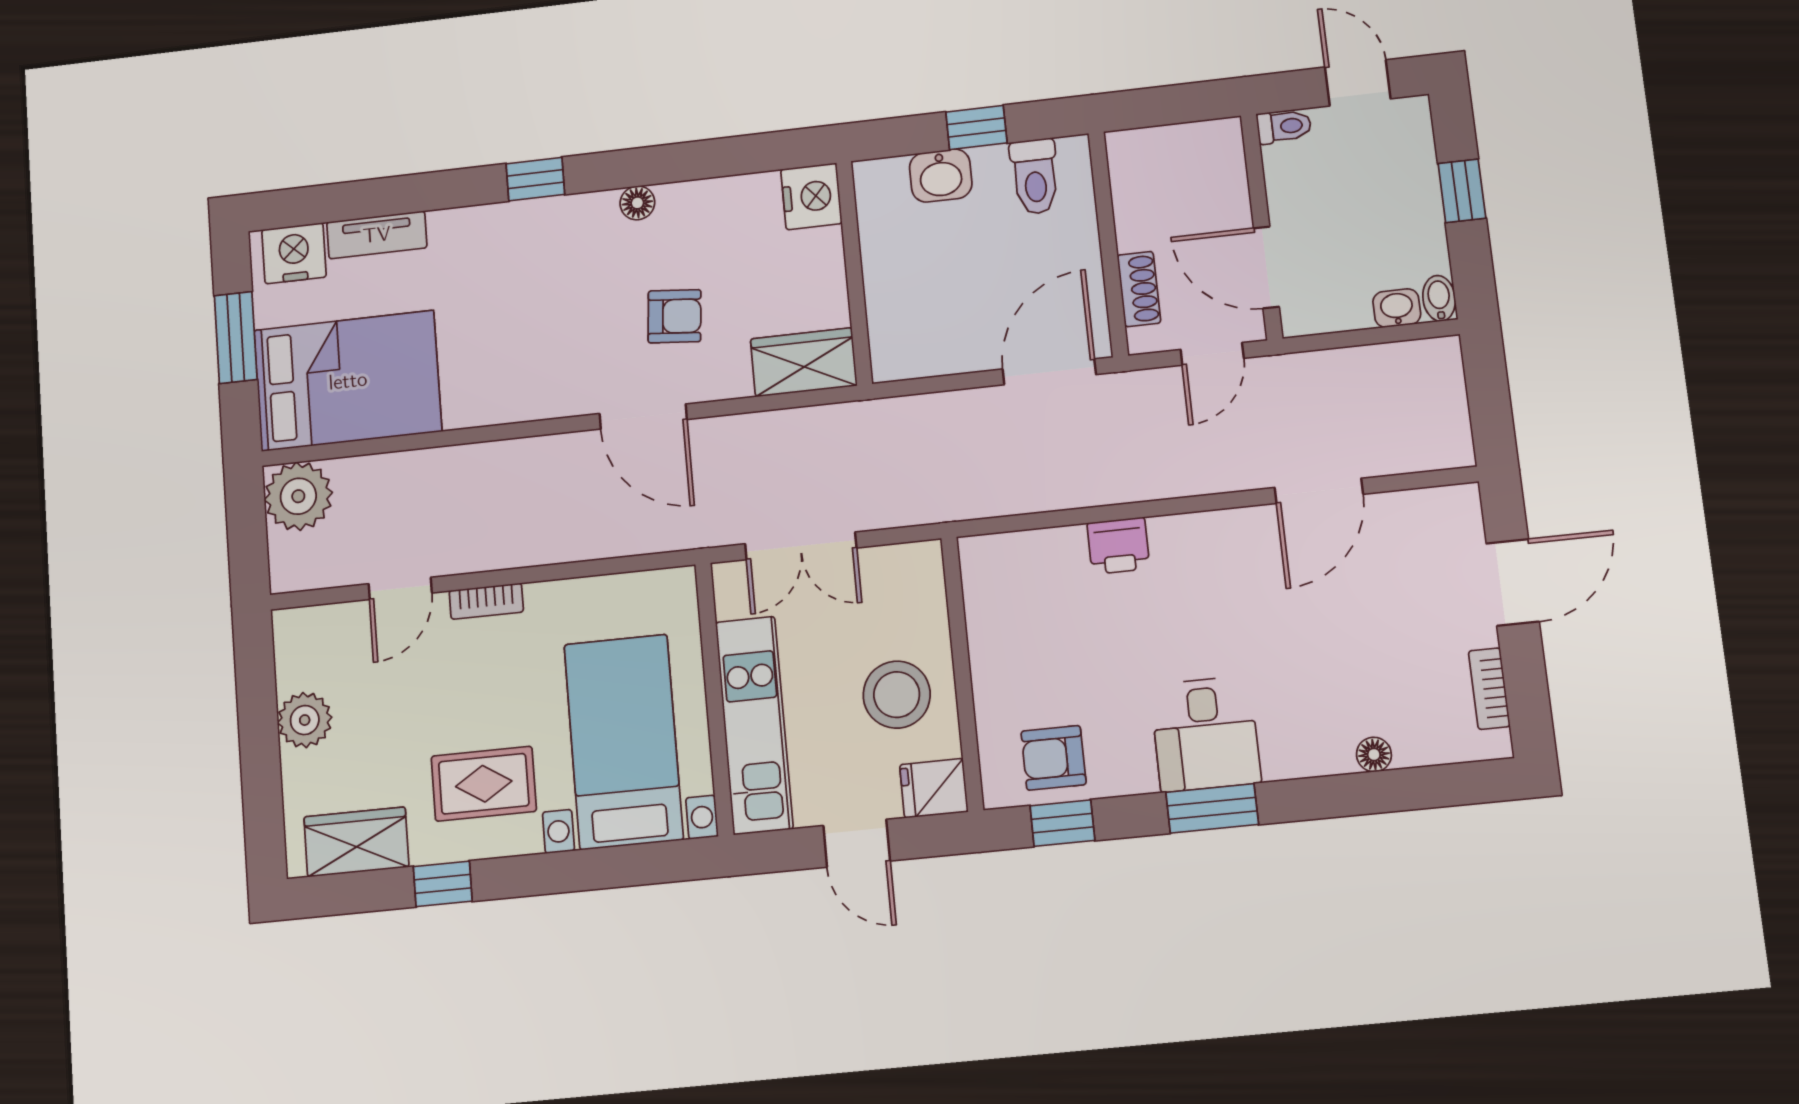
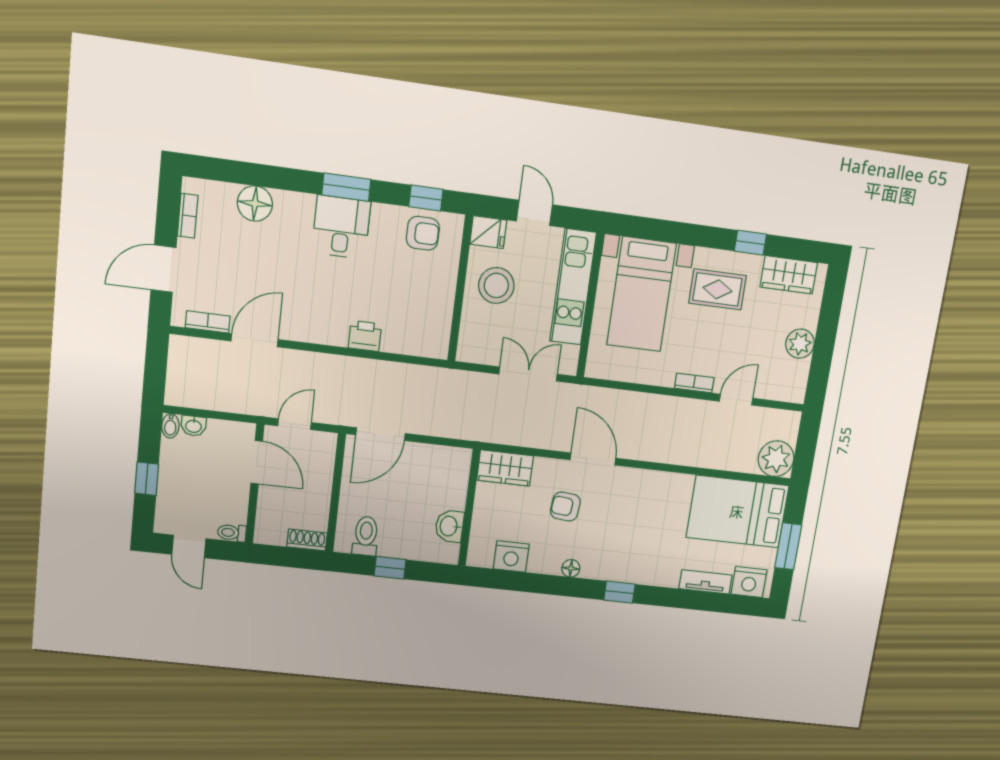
washbasin: (941, 176) -> (449, 526), moved, turned -90
nightstand: (811, 196) -> (511, 557), moved, turned -90
shoe rack: (1139, 289) -> (307, 540), moved, turned 90
bookcase: (1412, 505) -> (208, 322), added
floor lamp: (1374, 755) -> (255, 204), width x1.89, depth x1.89

